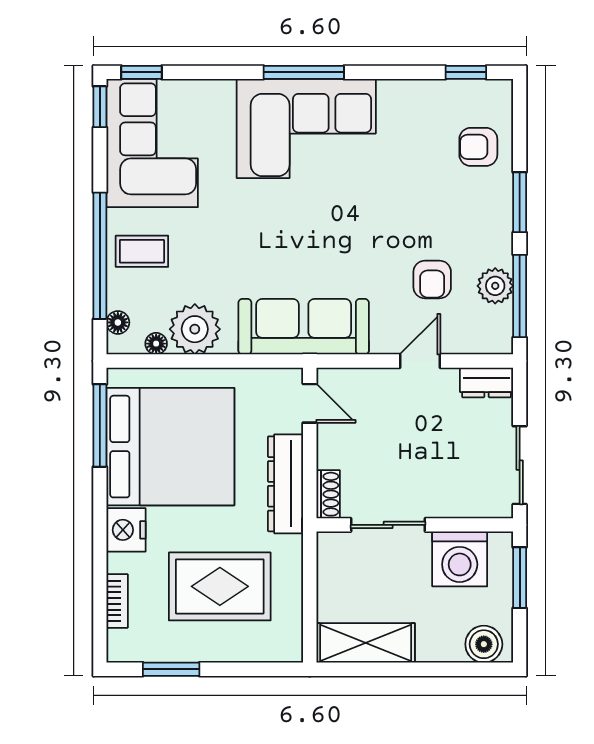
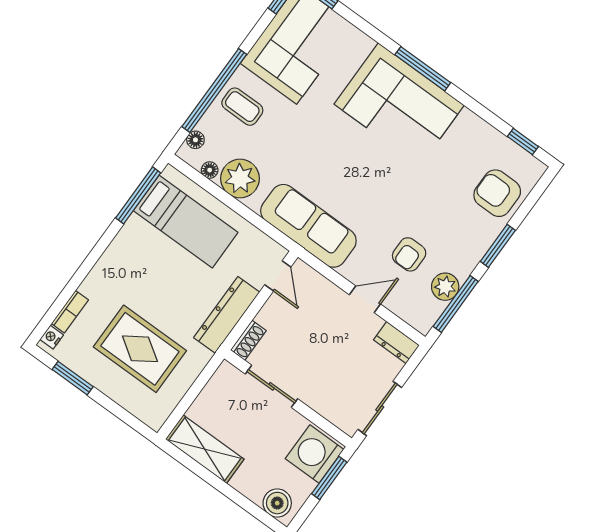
armchair: (478, 147) -> (497, 193), width x1.38, depth x1.38
bed: (170, 447) -> (186, 222), width x0.49
nightstand: (126, 530) -> (52, 337), moved, width x0.53, depth x0.56
washing machine: (460, 559) -> (314, 454), moved, turned 90

